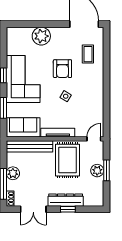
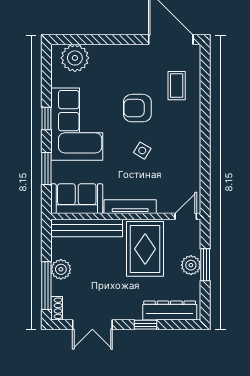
plant: (41, 36) -> (75, 58), moved
armchair: (62, 69) -> (137, 108), turned 90
dresser: (66, 200) -> (170, 311), moved

